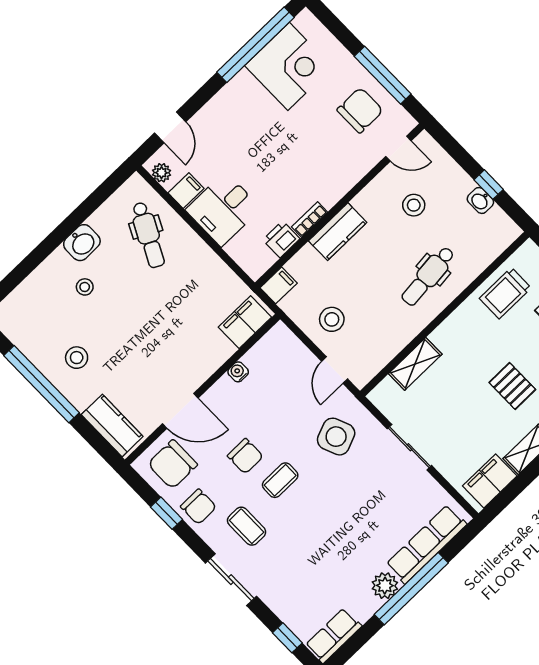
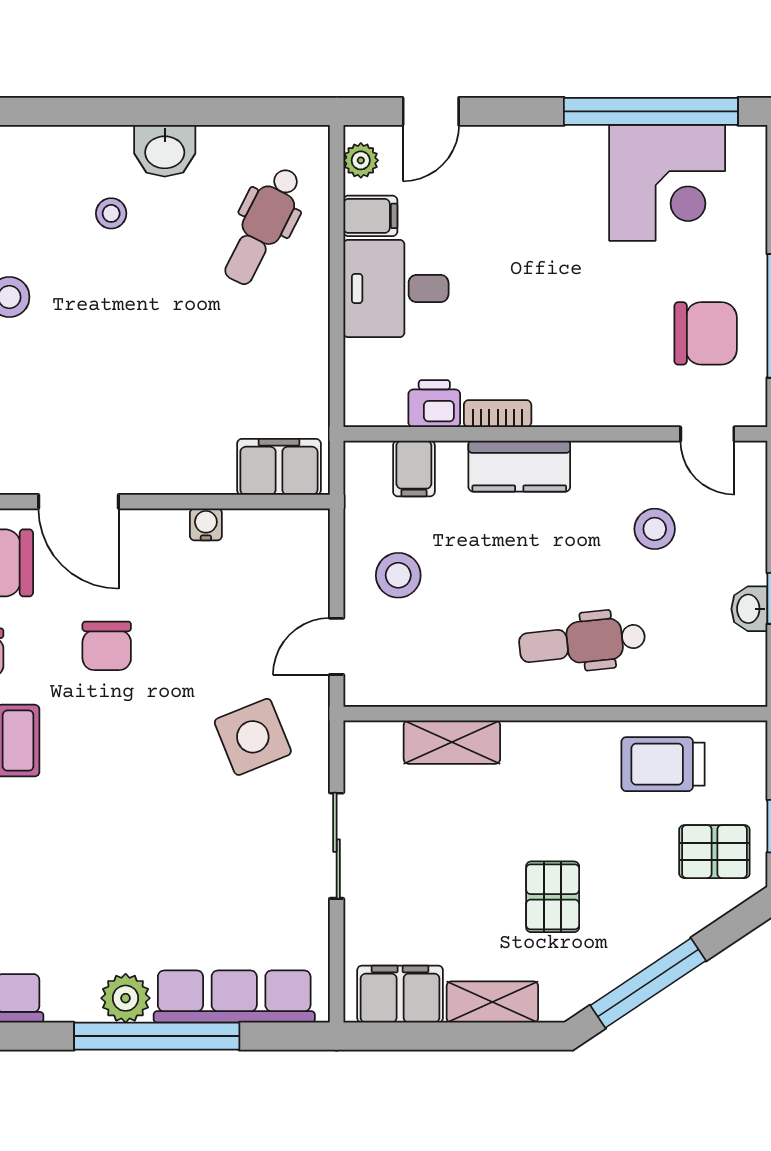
filing cabinet: (279, 285) -> (414, 469), moved, turned 90
coffee table: (280, 480) -> (122, 723), removed

